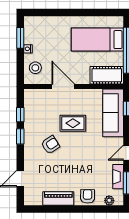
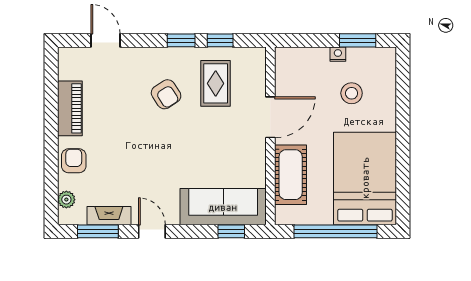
bed: (97, 40) -> (365, 178), width x1.50
stool: (35, 68) -> (352, 93), moved
cot: (107, 75) -> (291, 175), moved
rug: (73, 123) -> (216, 83), moved
armchair: (88, 196) -> (74, 161), turned -91

